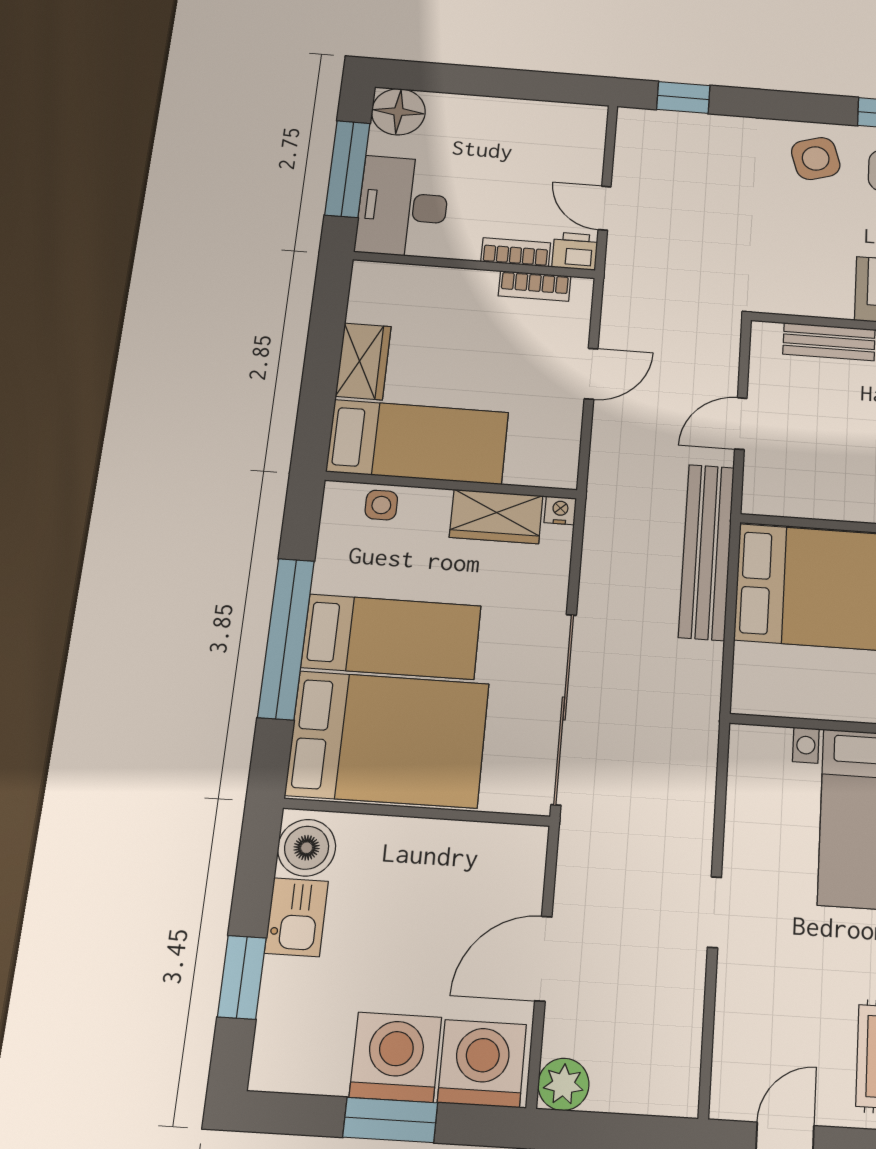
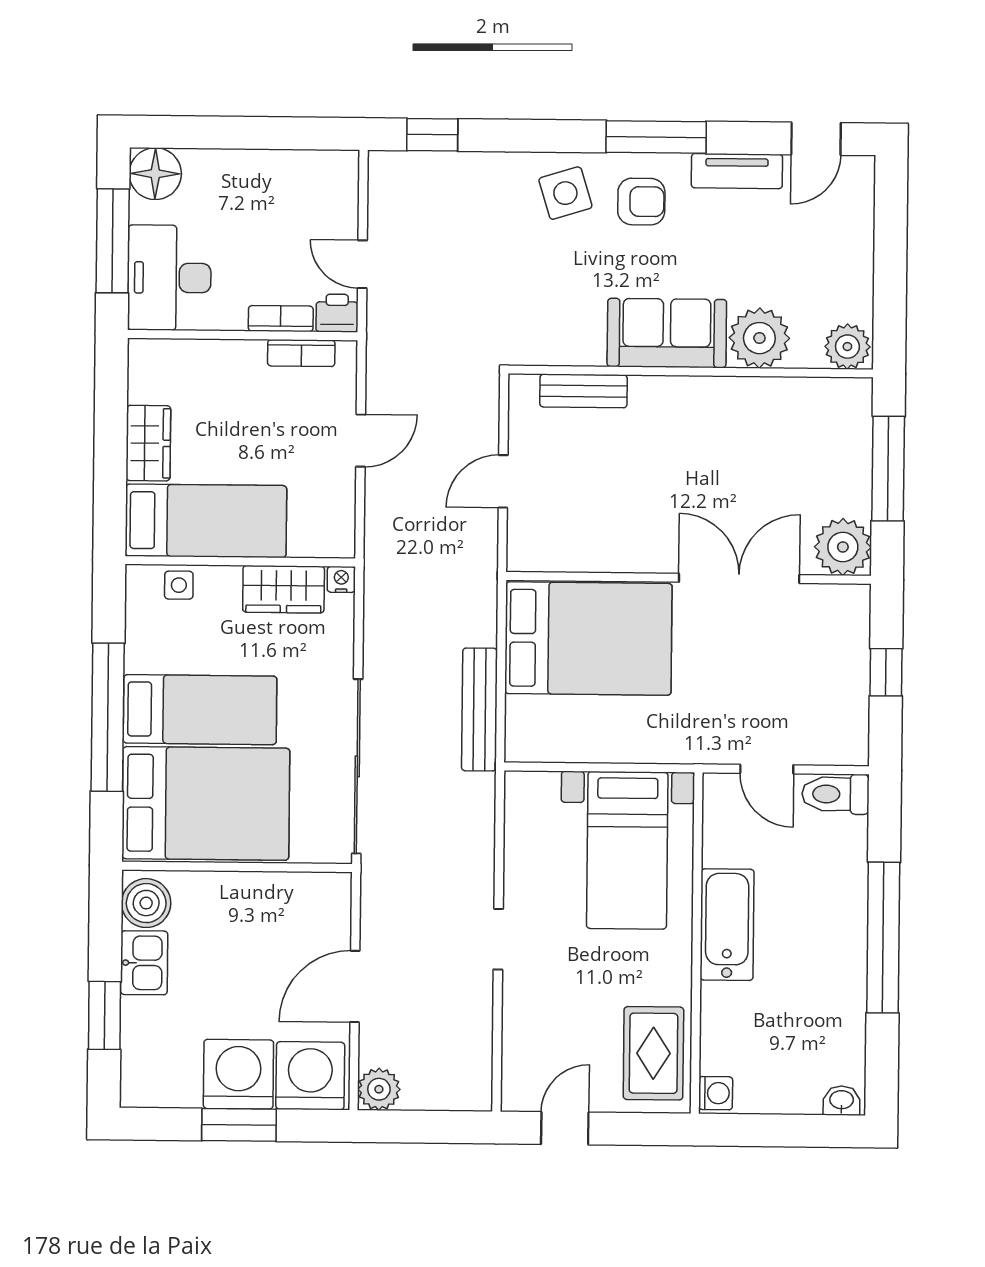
bench: (707, 552) -> (479, 710), moved, width x0.73, depth x0.82

